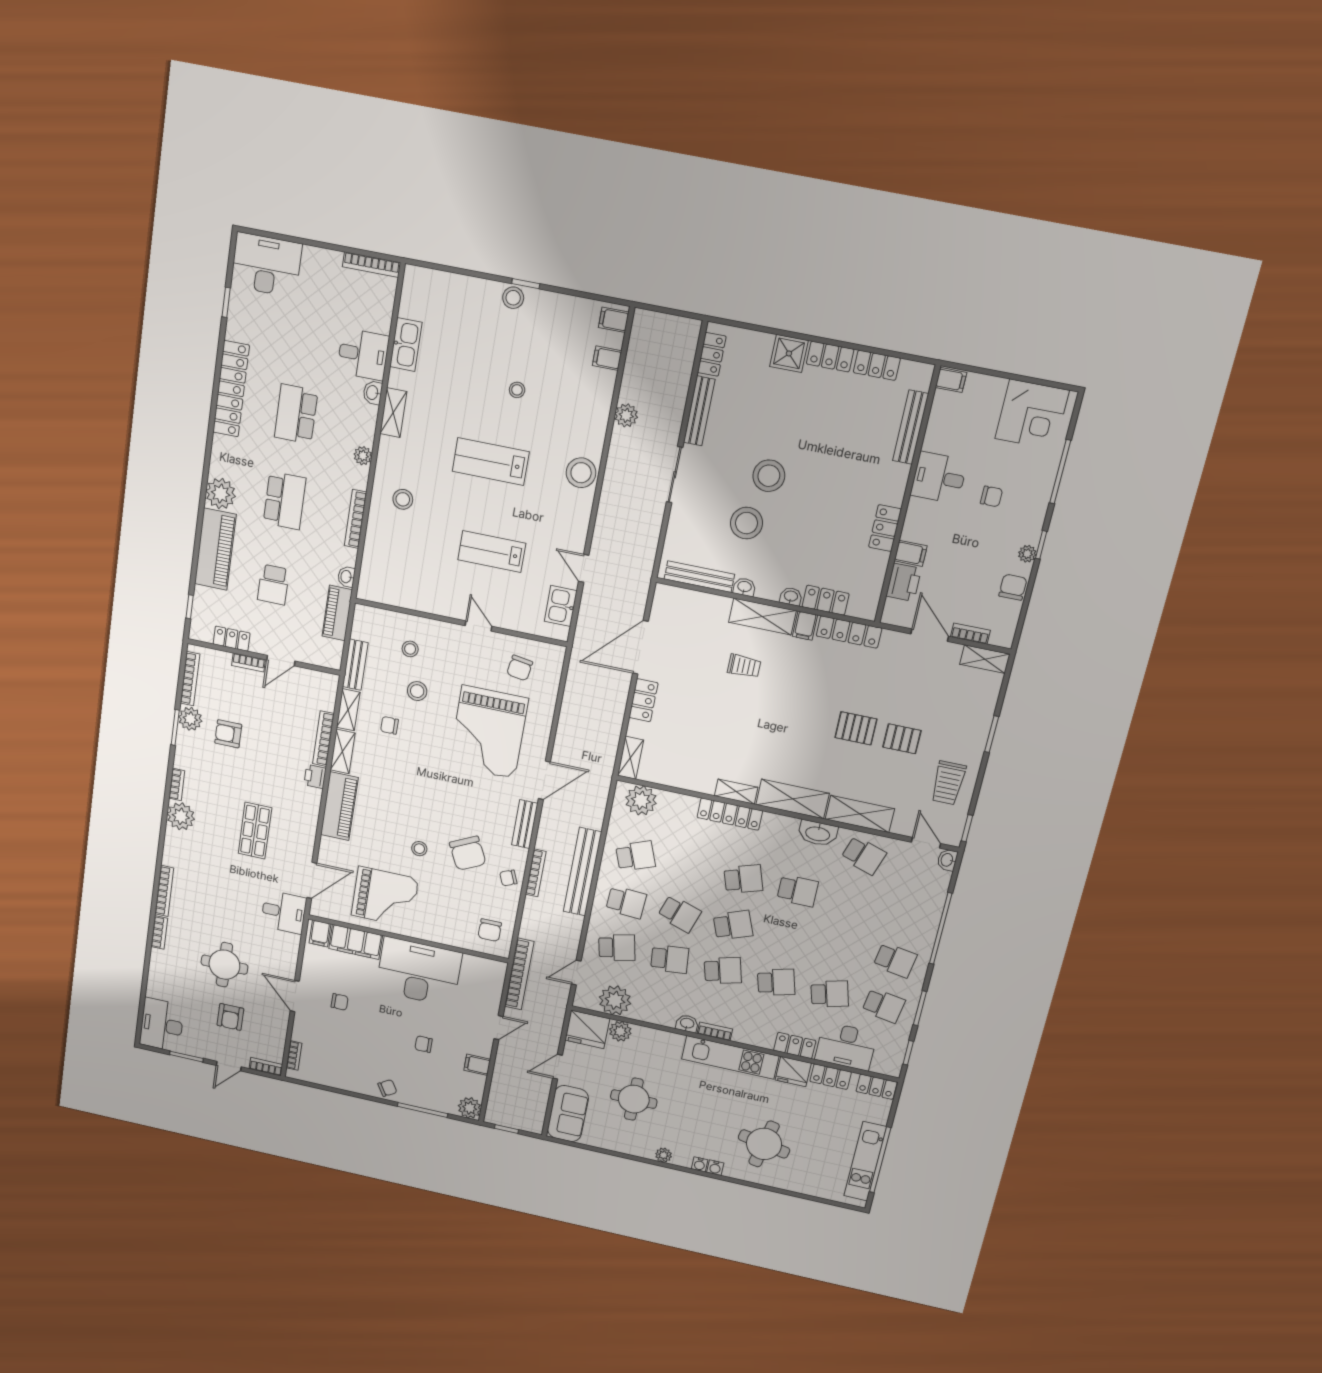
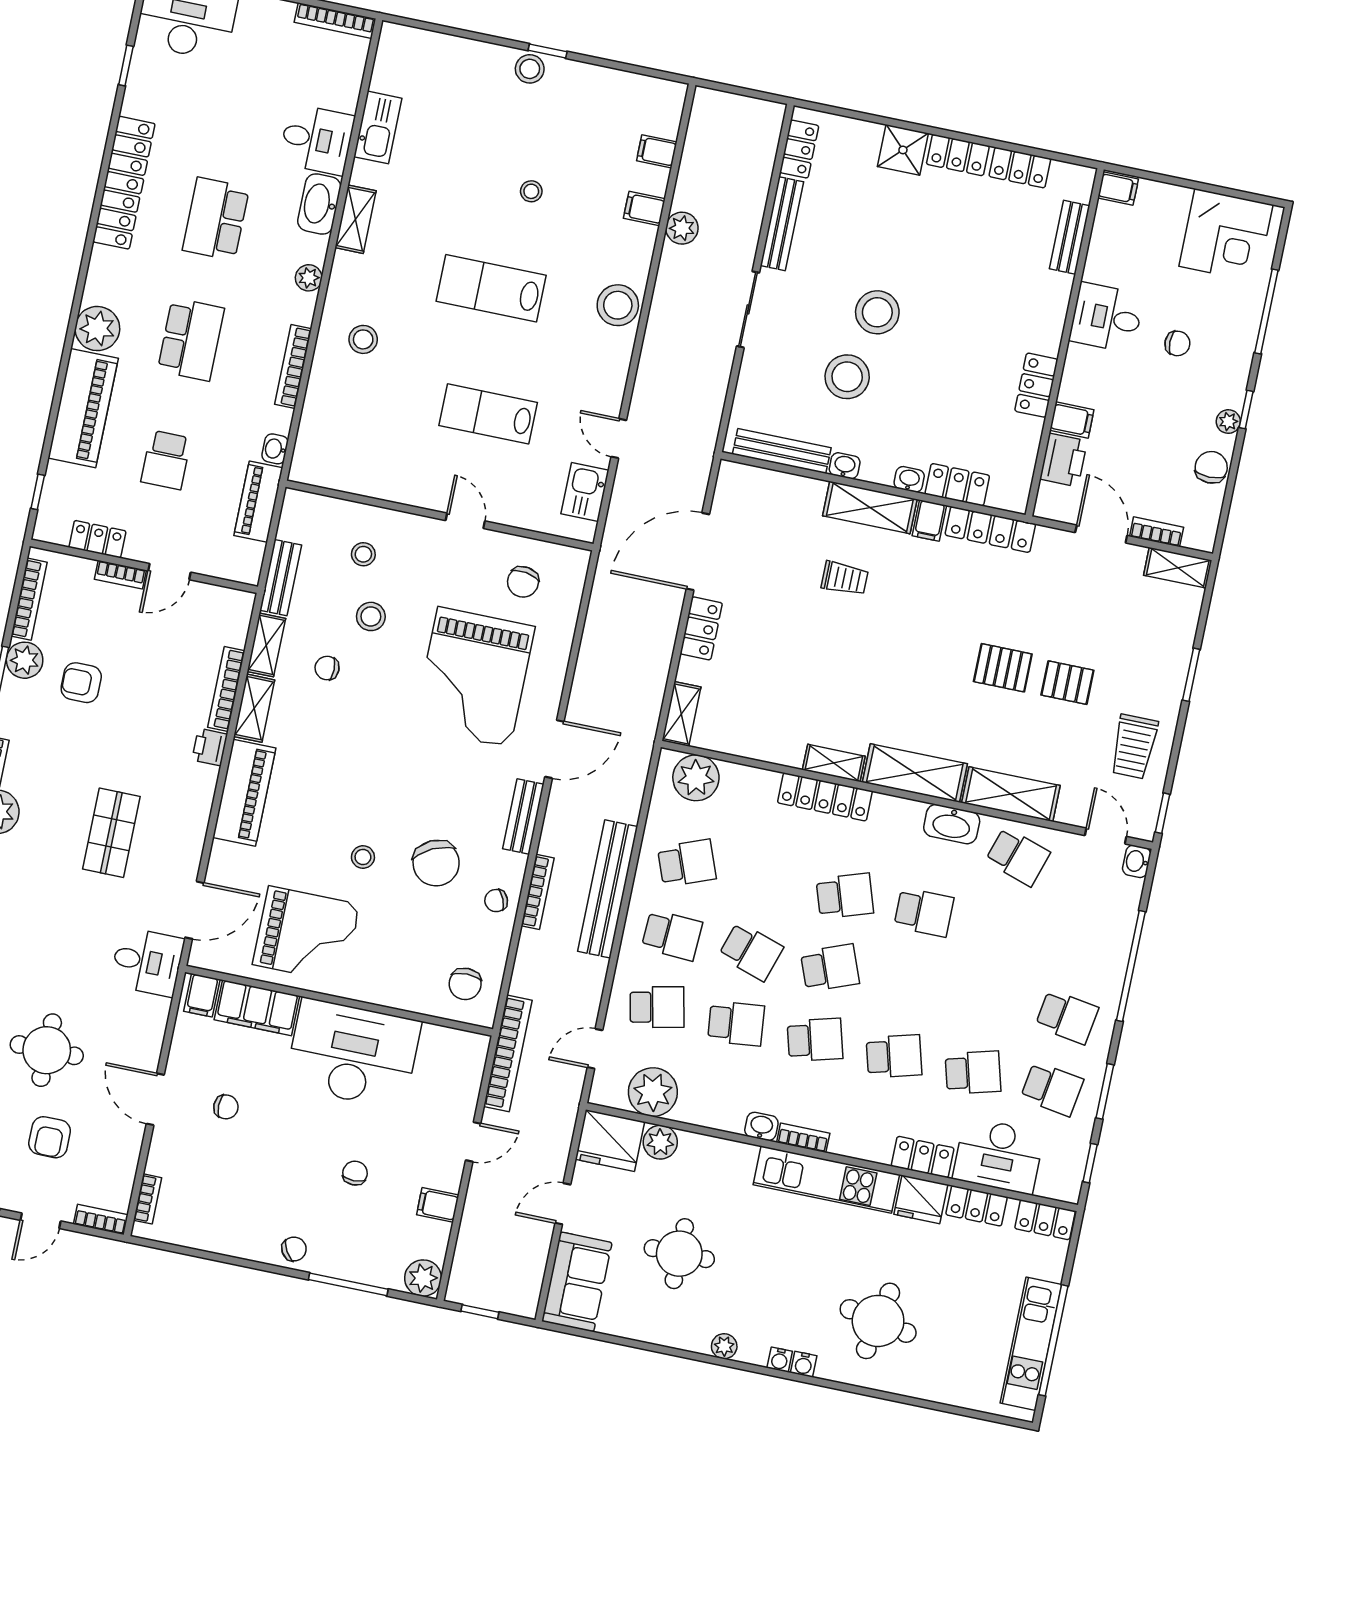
filing cabinet: (614, 320) -> (644, 209), moved
washbasin: (373, 393) -> (319, 204), width x1.91, depth x1.45
bench: (911, 427) -> (1070, 237), width x0.73
chair: (424, 1044) -> (355, 1173), turned 90

